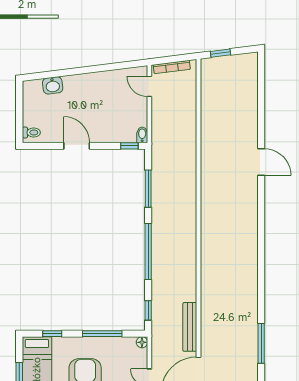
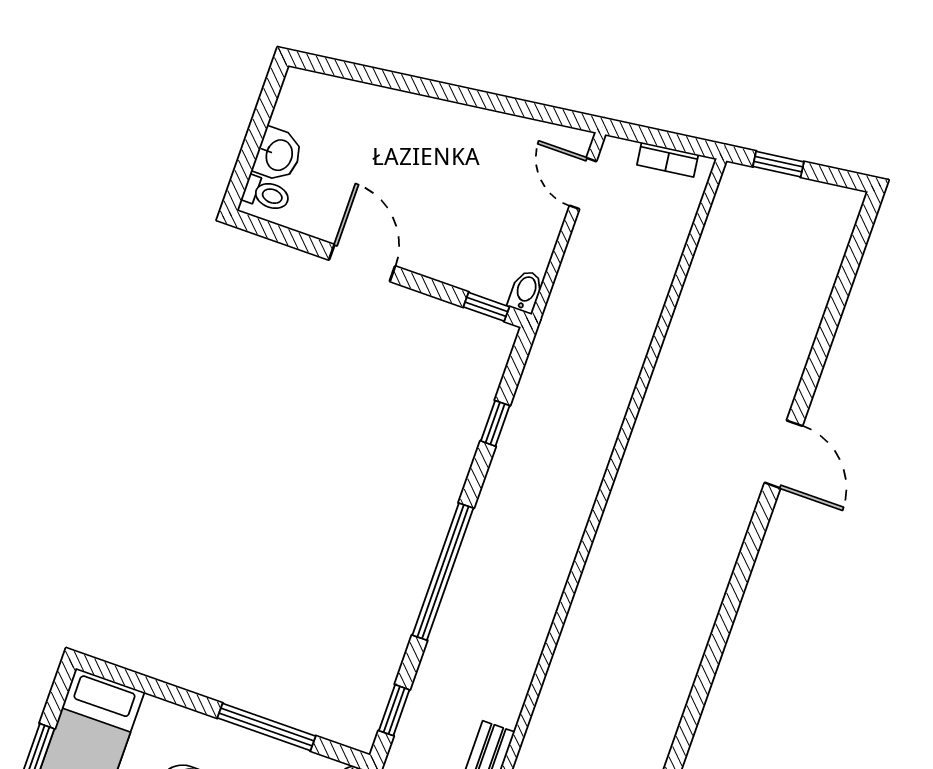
bookcase: (172, 67) -> (668, 160), width x0.64
washbasin: (53, 85) -> (278, 155), moved, turned -83
window: (148, 189) -> (495, 423), width x0.46
window: (52, 334) -> (149, 686), removed

